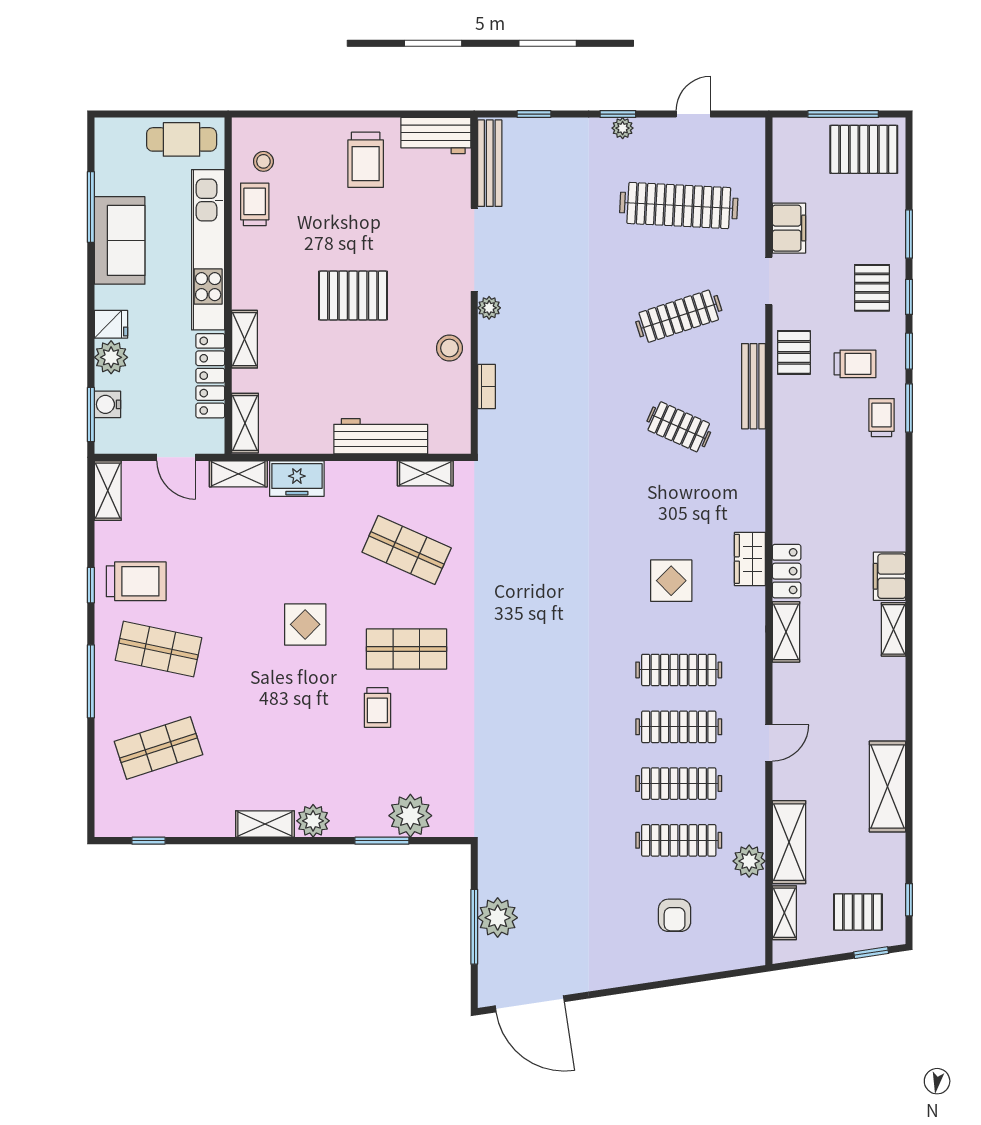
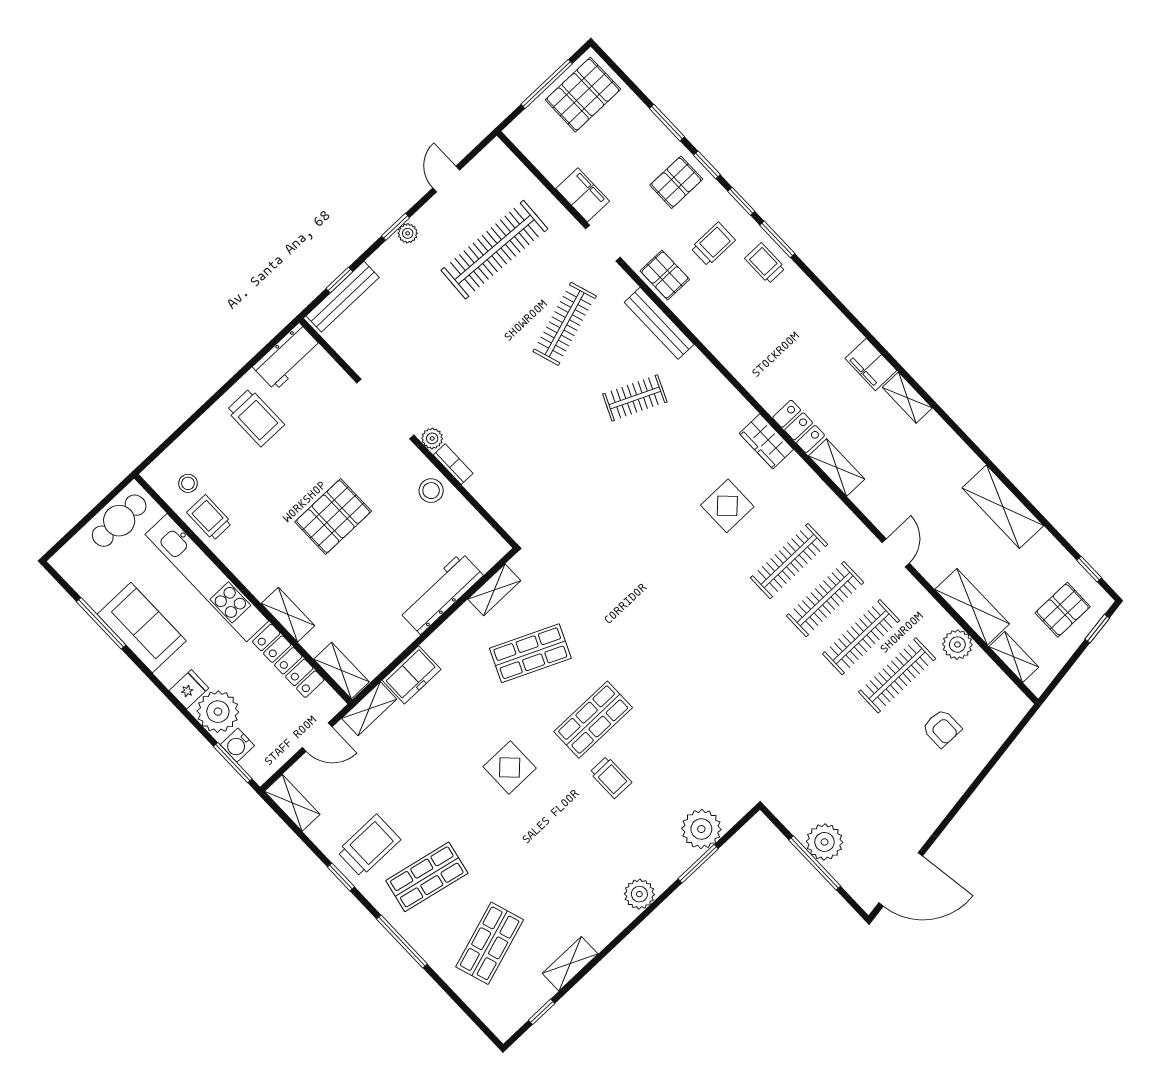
bench: (490, 163) -> (343, 297), moved, turned 90
pallet: (872, 288) -> (676, 182), turned 90
plant: (111, 357) -> (218, 712), width x1.36, depth x1.36
bookcase: (486, 387) -> (453, 464), moved
shelving: (265, 824) -> (570, 964), moved

